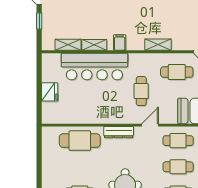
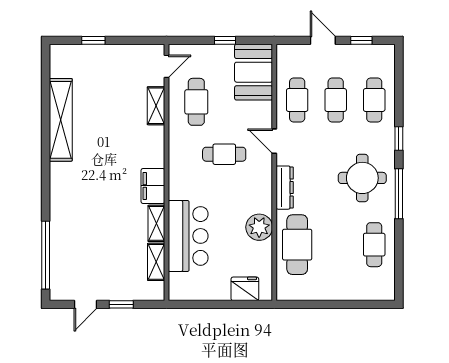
filing cabinet: (120, 43) -> (153, 186), width x2.00
shelving: (158, 45) -> (156, 106), moved
bar counter: (94, 67) -> (188, 236), width x0.73
fridge: (50, 92) -> (245, 289), moved
plant: (92, 115) -> (259, 227), added

